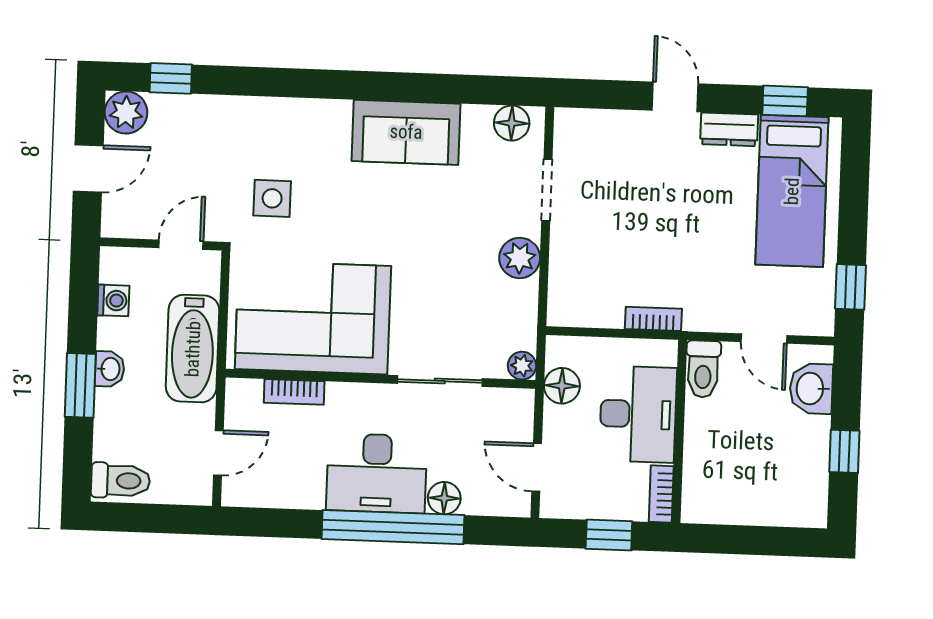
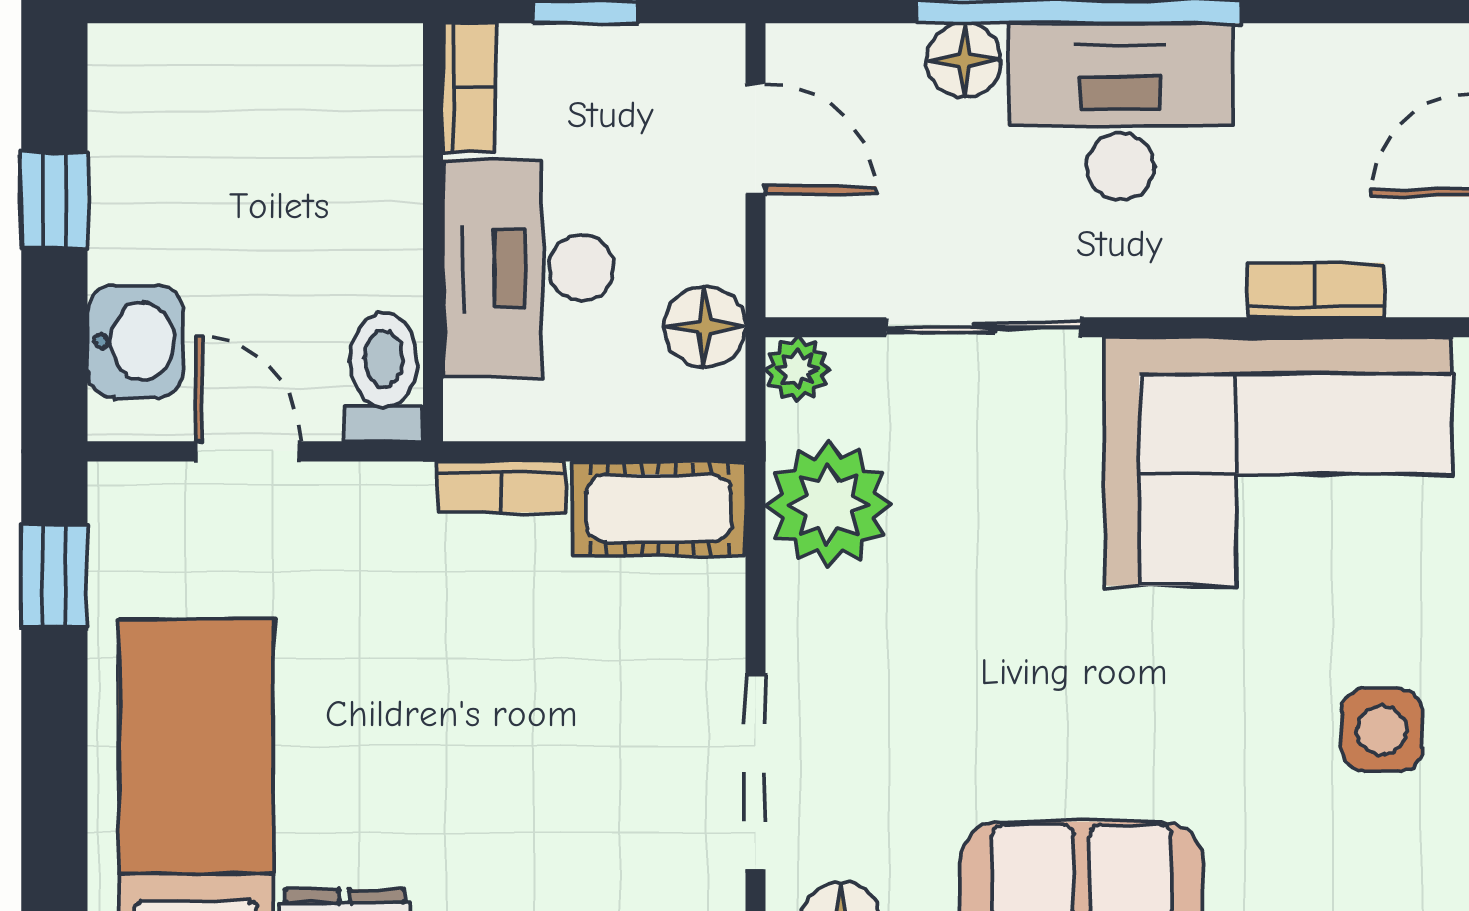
doorway: (547, 190) -> (756, 773), width x1.38
plant: (520, 258) -> (829, 505), moved, width x1.36, depth x1.36
cot: (585, 307) -> (659, 508), added

